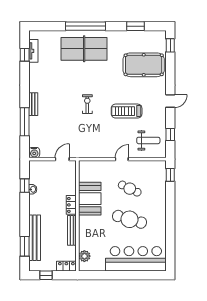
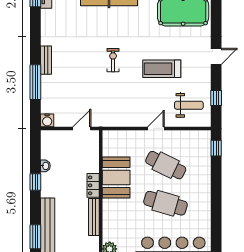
window: (25, 186) -> (35, 182), moved
cafe table: (130, 189) -> (166, 165), width x1.37, depth x1.35

